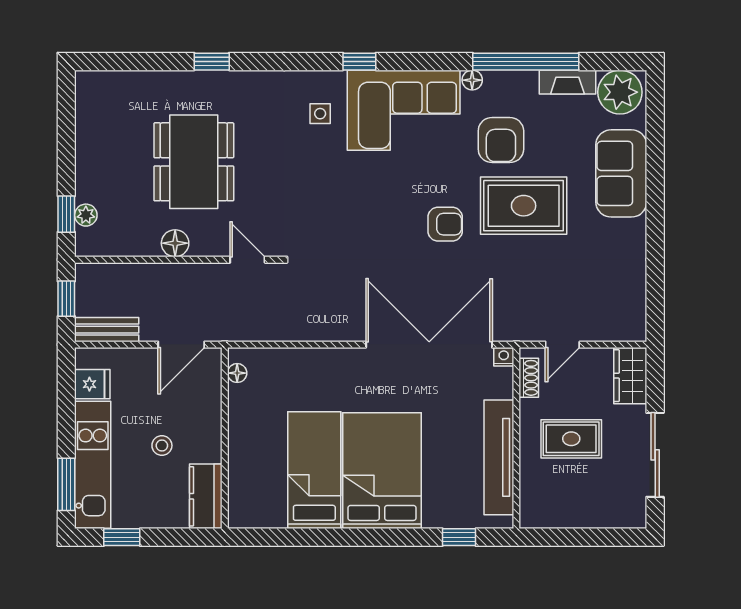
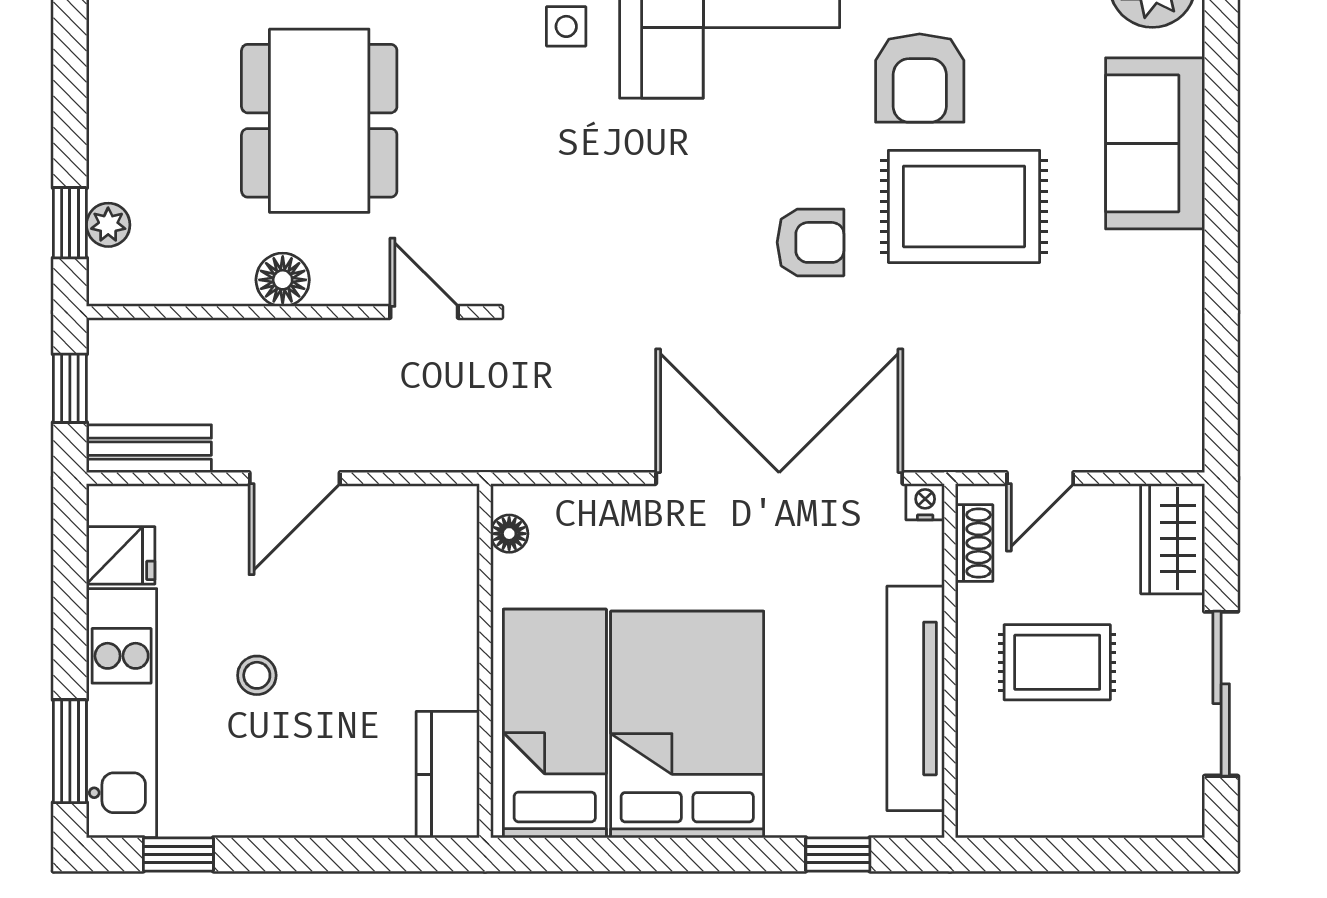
floor lamp: (237, 373) -> (509, 534), moved
wall: (225, 438) -> (485, 661), moved
kitchen counter: (206, 496) -> (448, 775), moved

